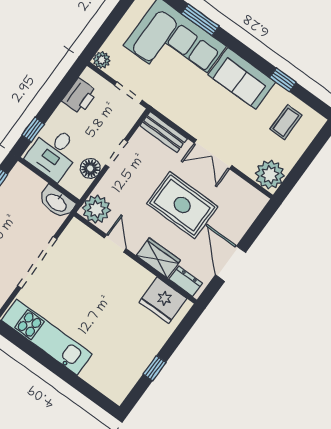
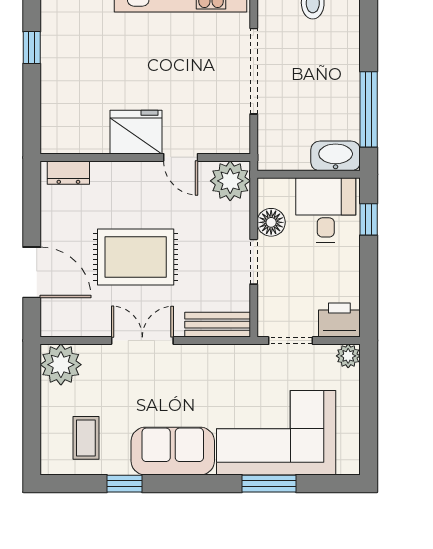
printer: (80, 96) -> (339, 320), moved, turned 90
washbasin: (57, 202) -> (336, 156), moved
wardrobe: (158, 258) -> (119, 177), removed
door: (231, 264) -> (32, 272), moved
fridge: (163, 300) -> (136, 132), moved

